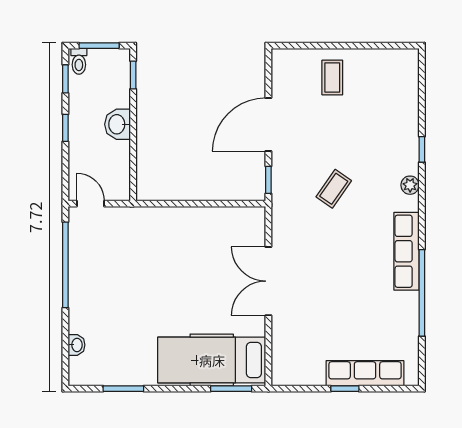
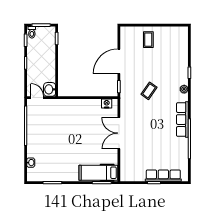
washbasin: (118, 124) -> (50, 89), moved
nightstand: (242, 216) -> (107, 103), added
hospital bed: (212, 360) -> (98, 173), width x0.73, depth x0.78

